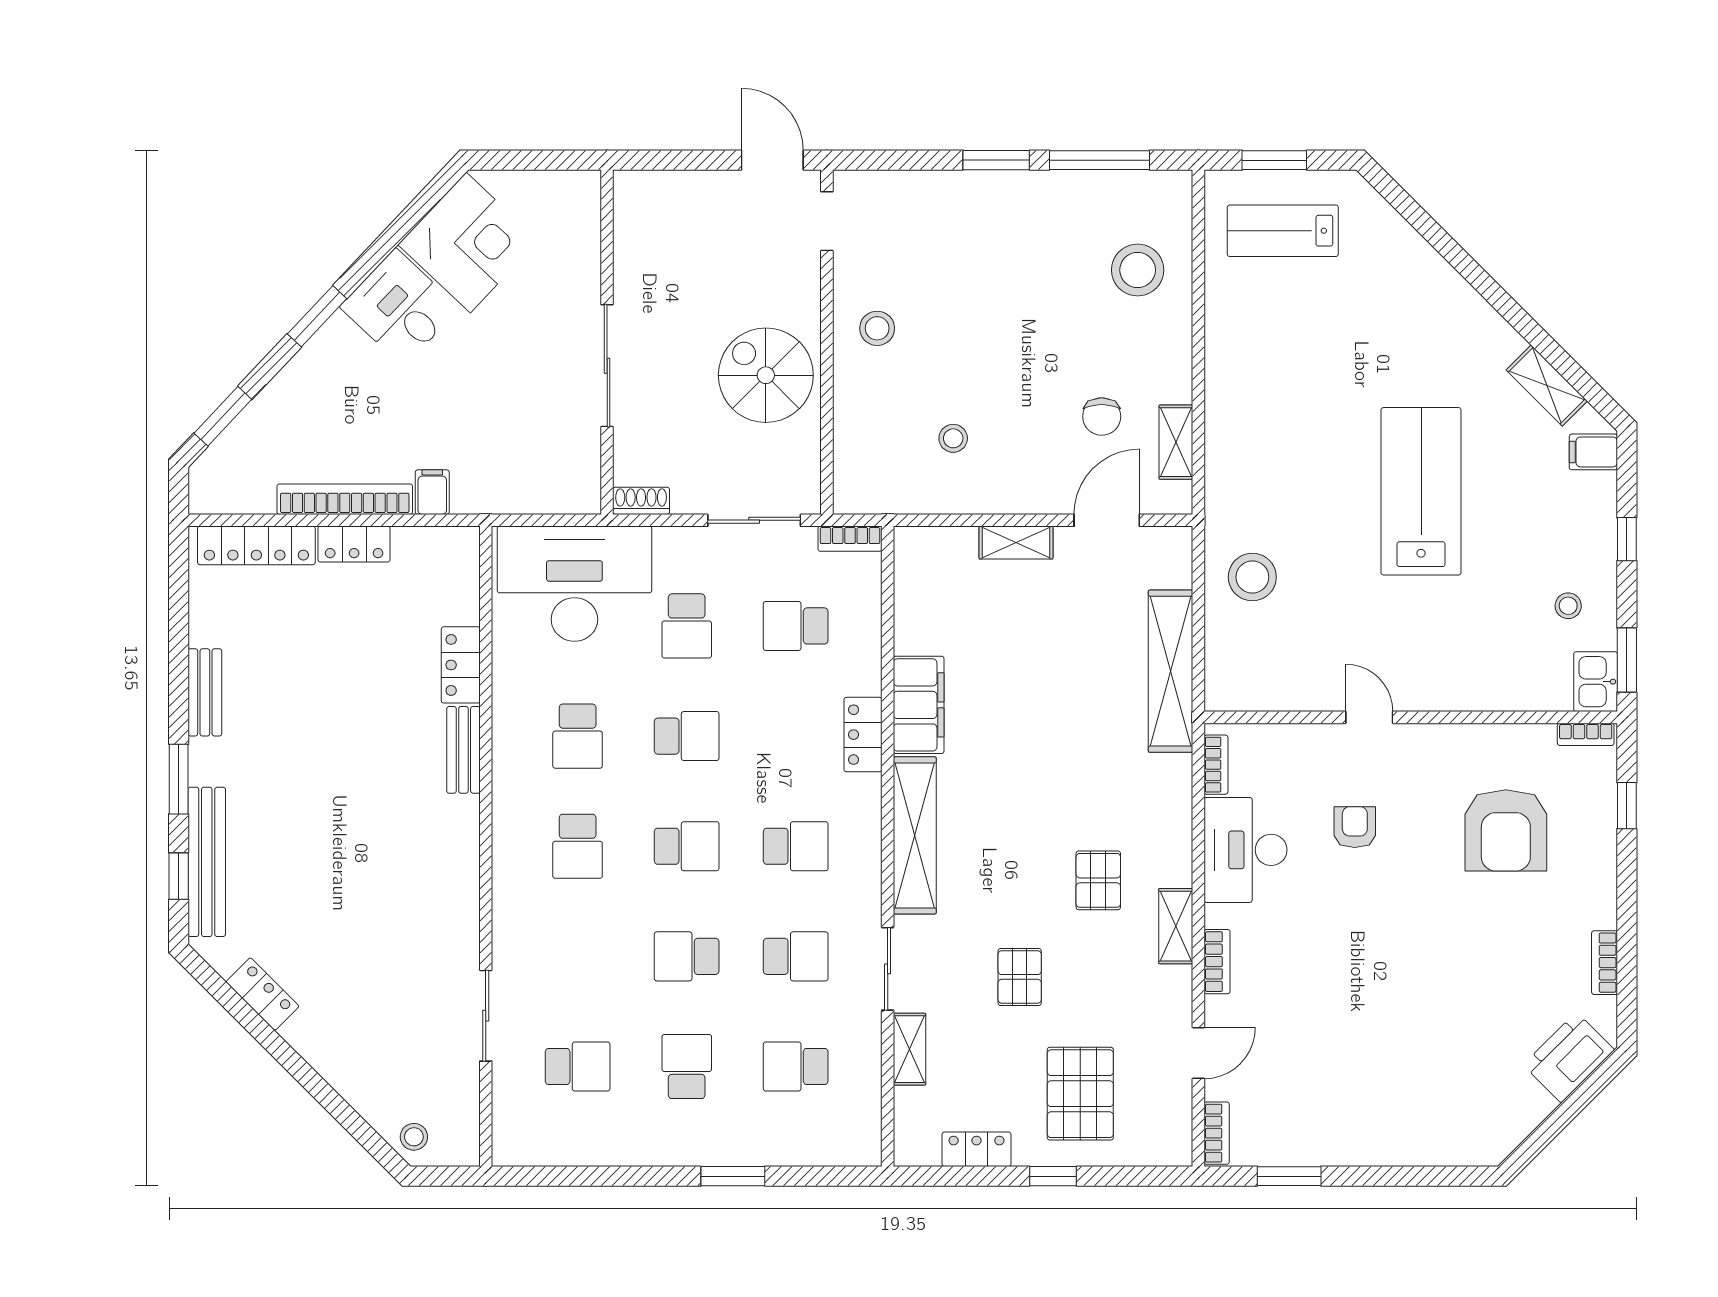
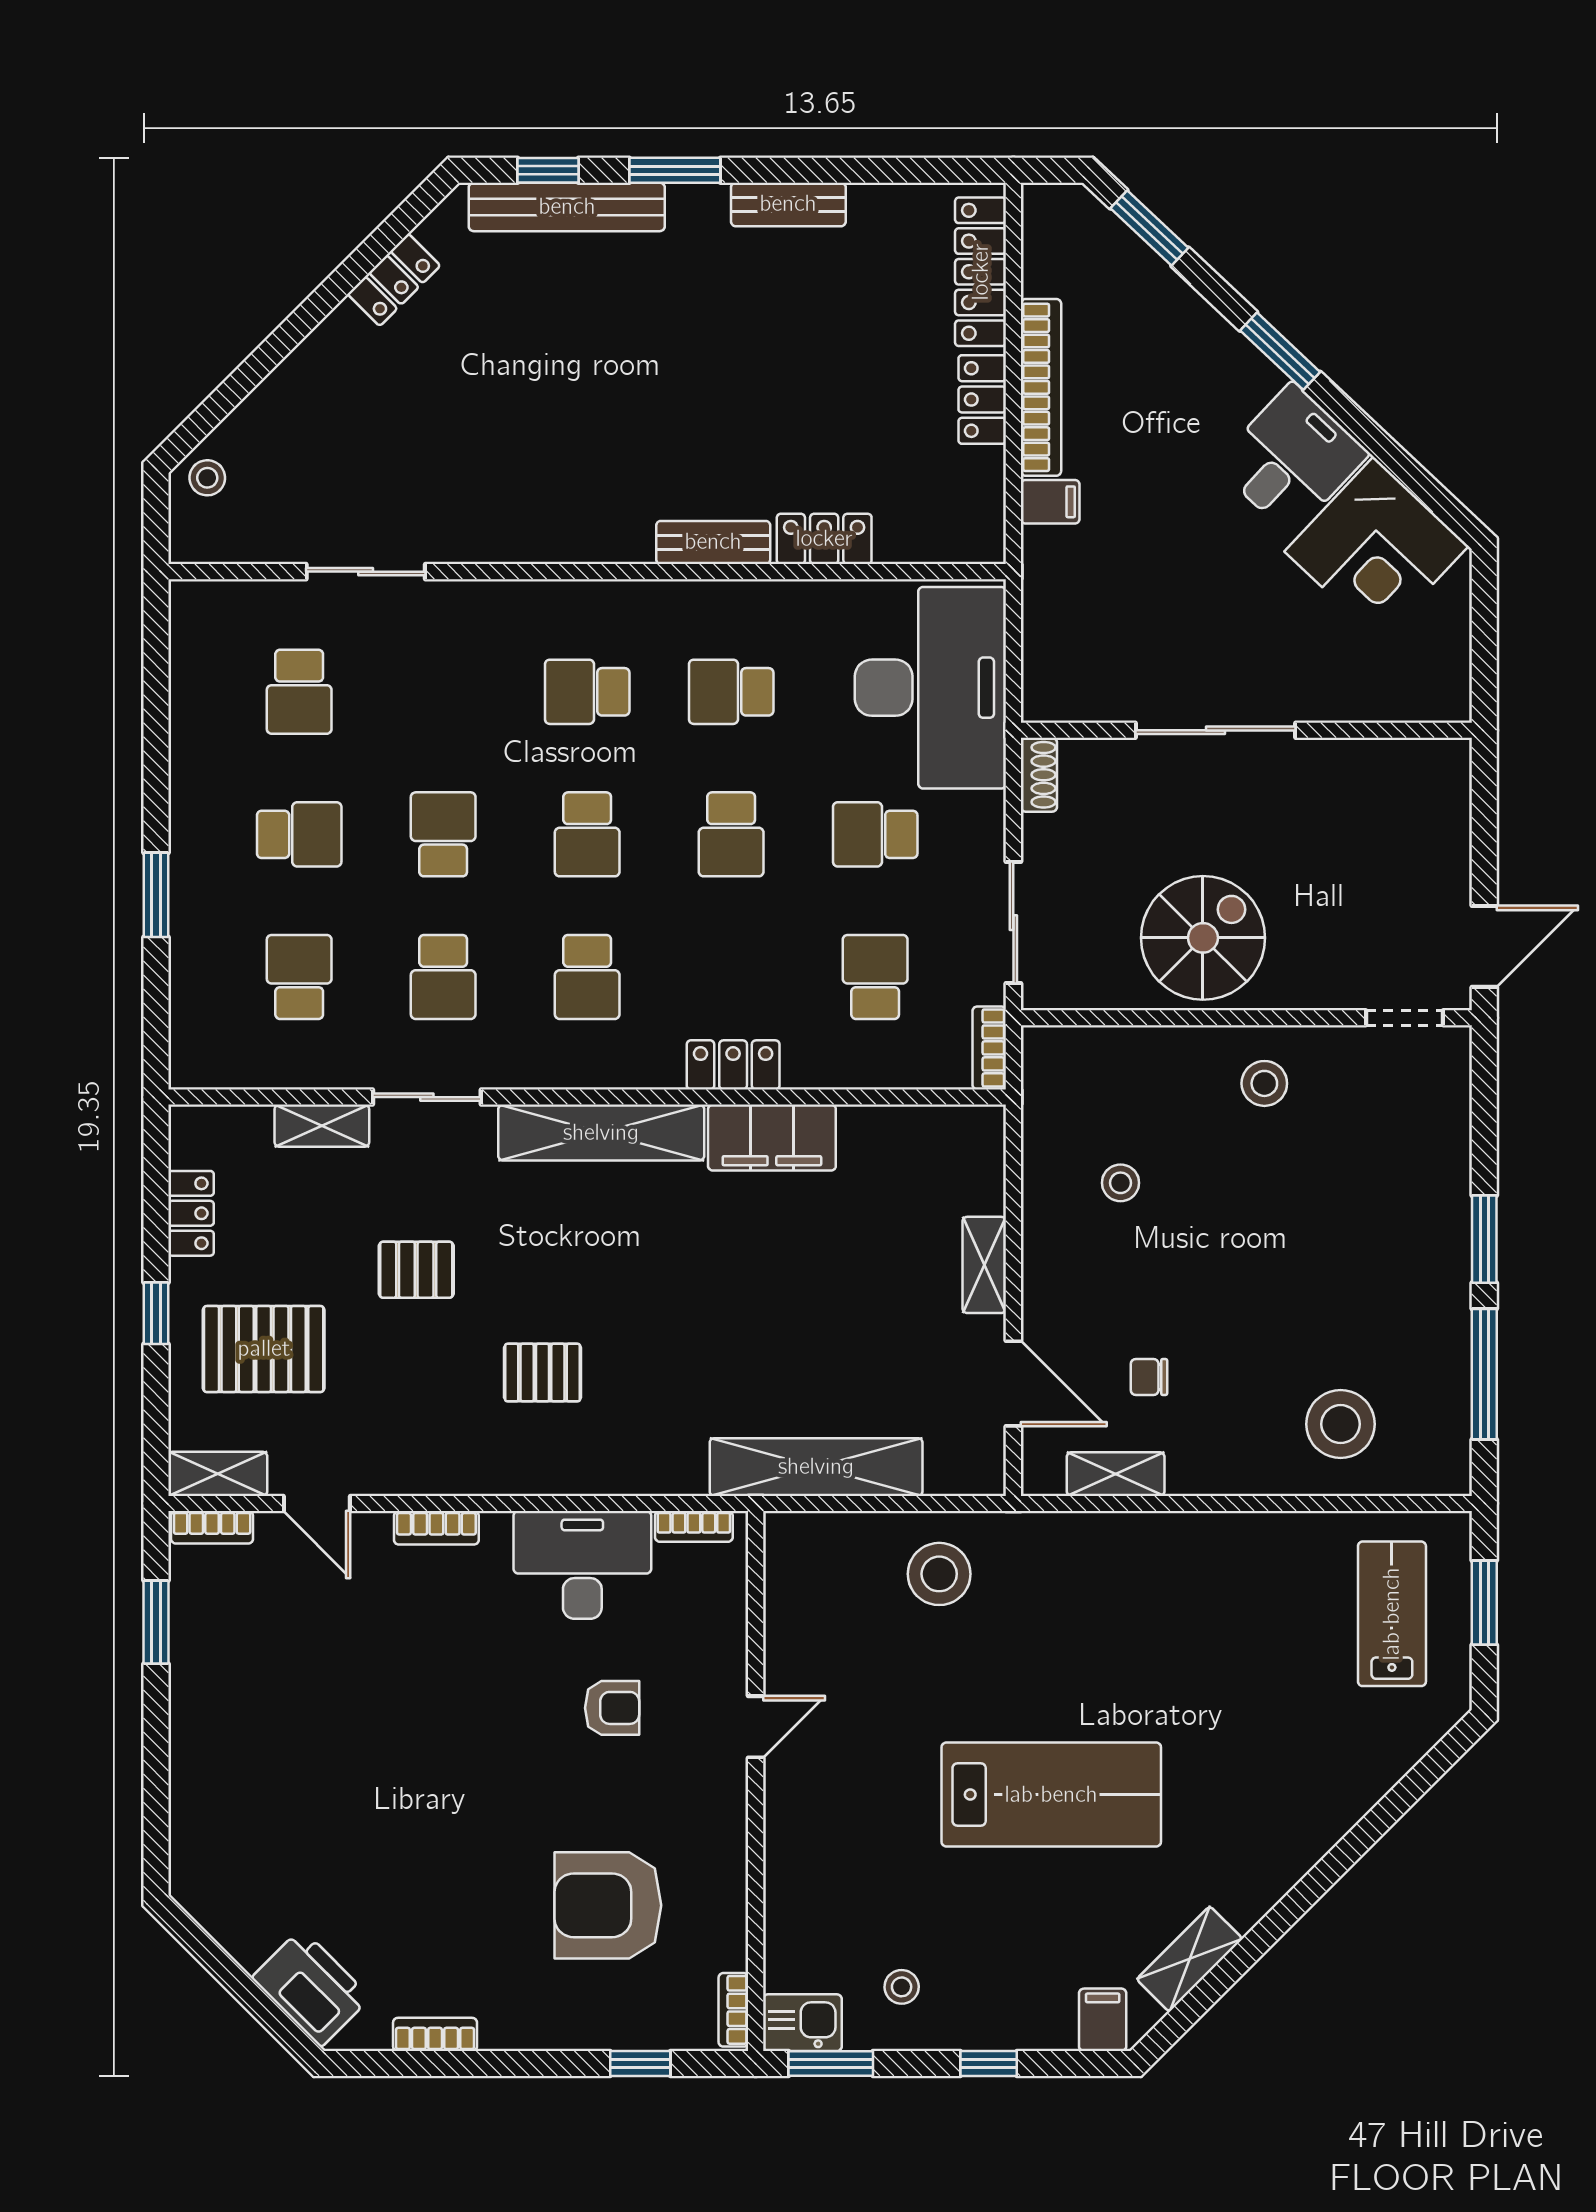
chair: (1102, 417) -> (1149, 1377), width x0.73, depth x0.73
shelving: (1176, 926) -> (218, 1474), moved

